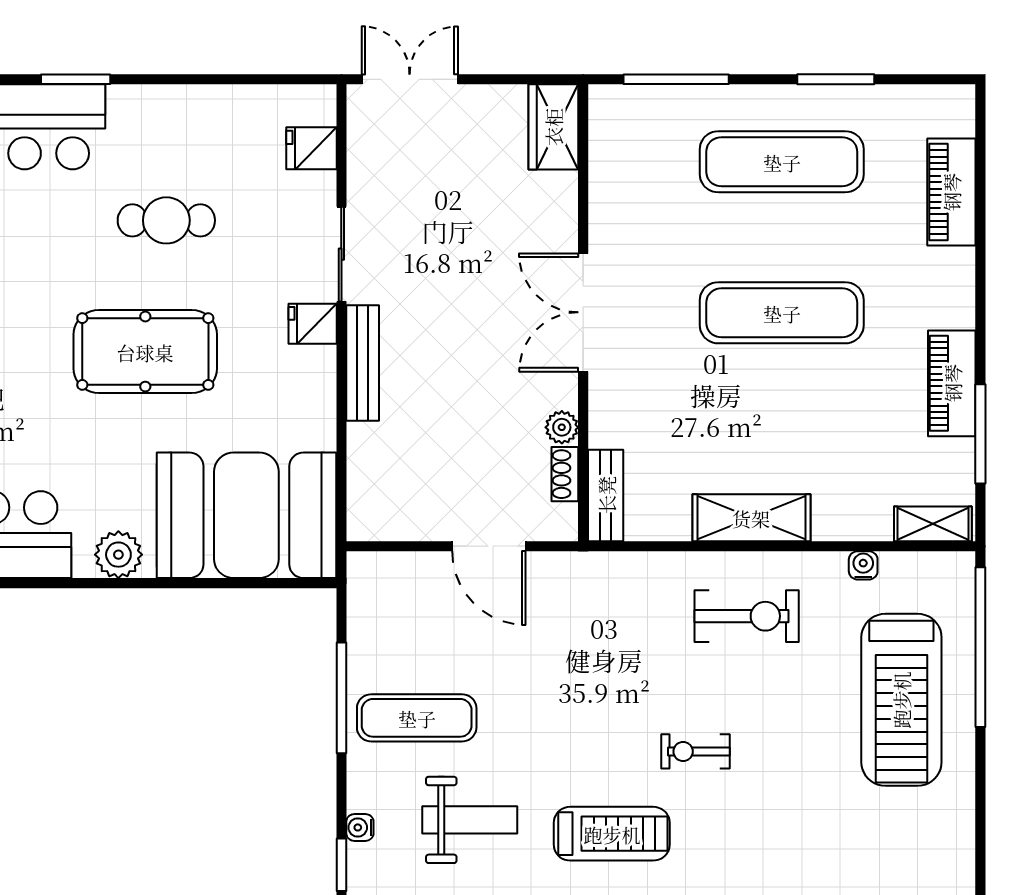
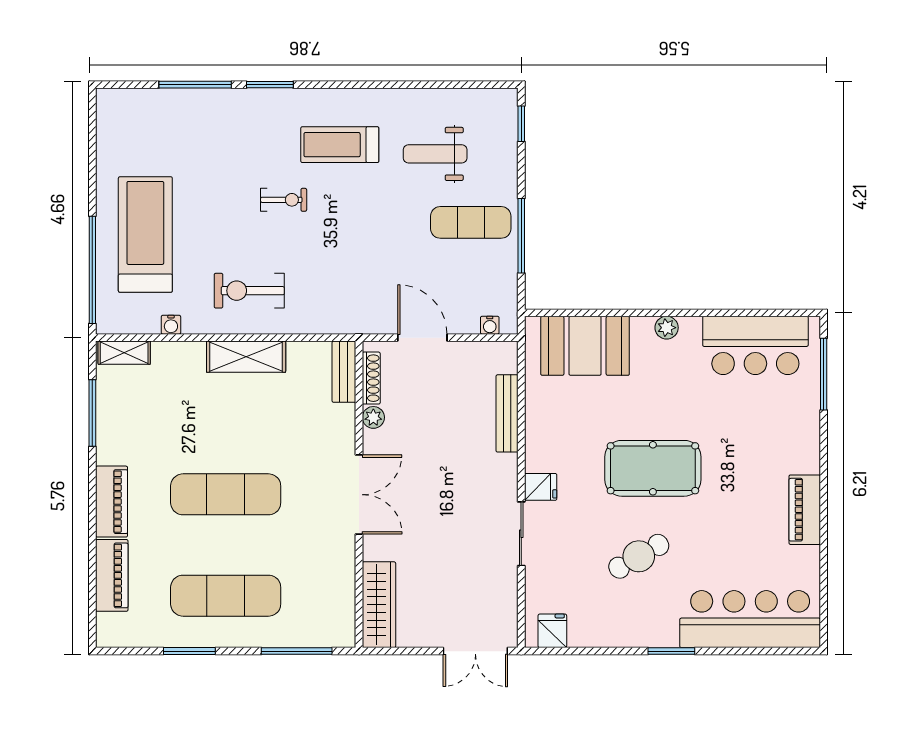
window: (76, 79) -> (671, 651), moved
wardrobe: (553, 127) -> (379, 605), width x1.50
fridge: (311, 148) -> (552, 631), moved, turned -90
cafe table: (166, 220) -> (639, 556), turned -30
bench: (363, 363) -> (507, 413), moved
piano: (952, 383) -> (112, 502), moved
shoe rack: (565, 474) -> (371, 378), width x1.43
booth: (246, 515) -> (585, 346), width x0.73, depth x0.70
plant: (118, 555) -> (667, 328), width x0.73, depth x0.73
water cooler: (360, 827) -> (490, 325), moved, turned 90

